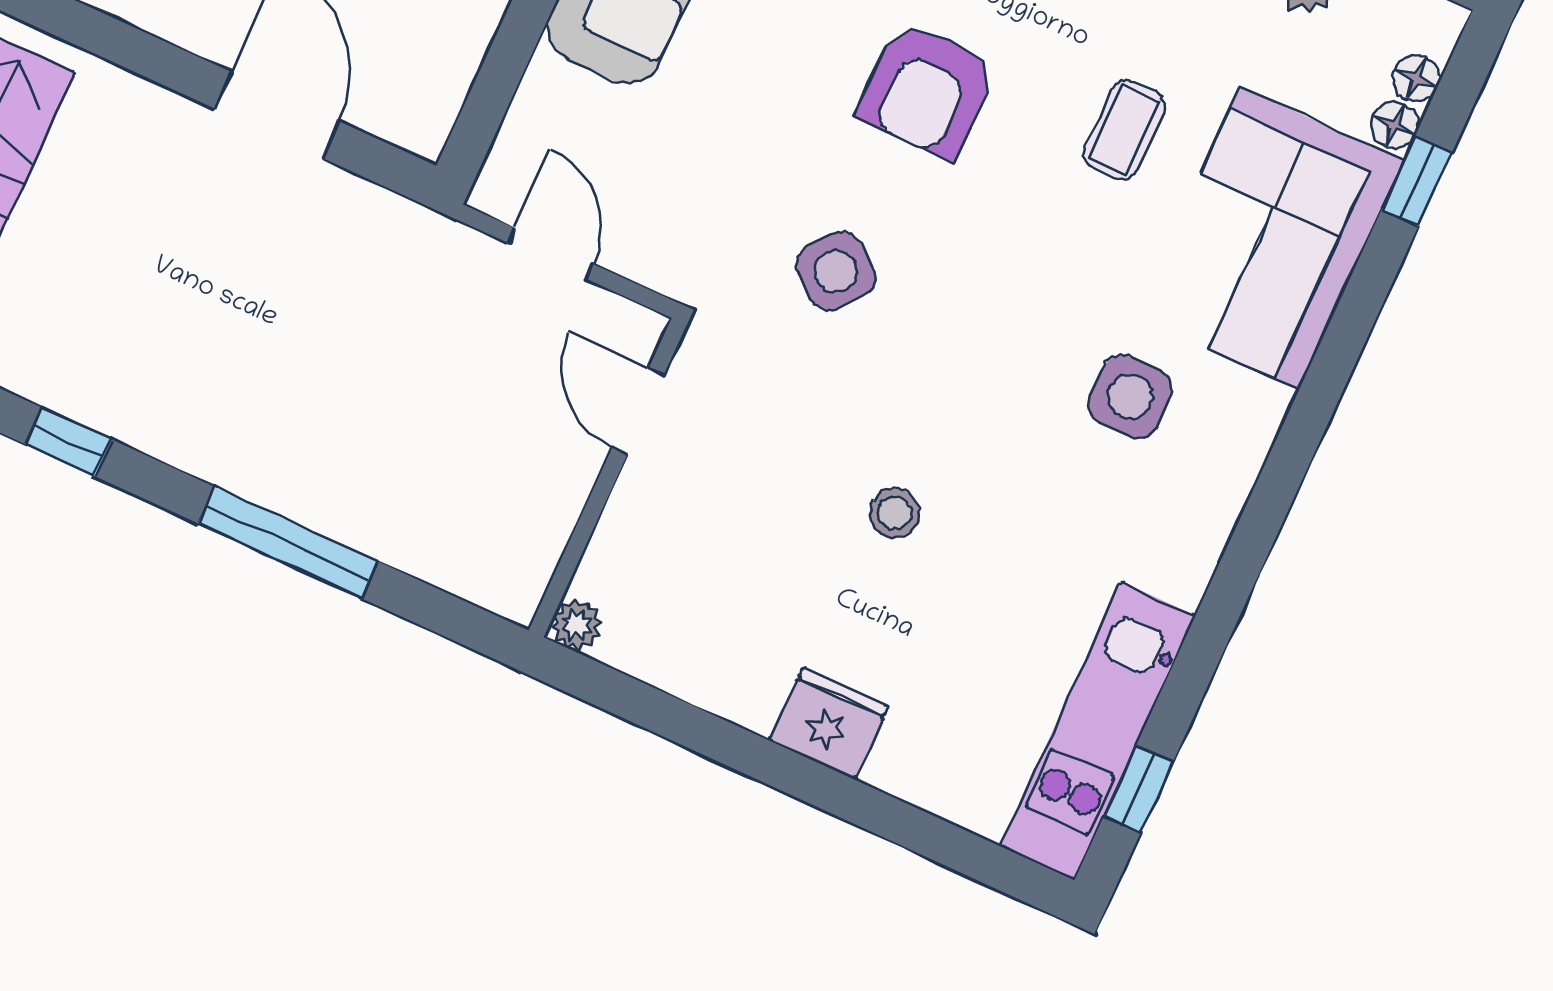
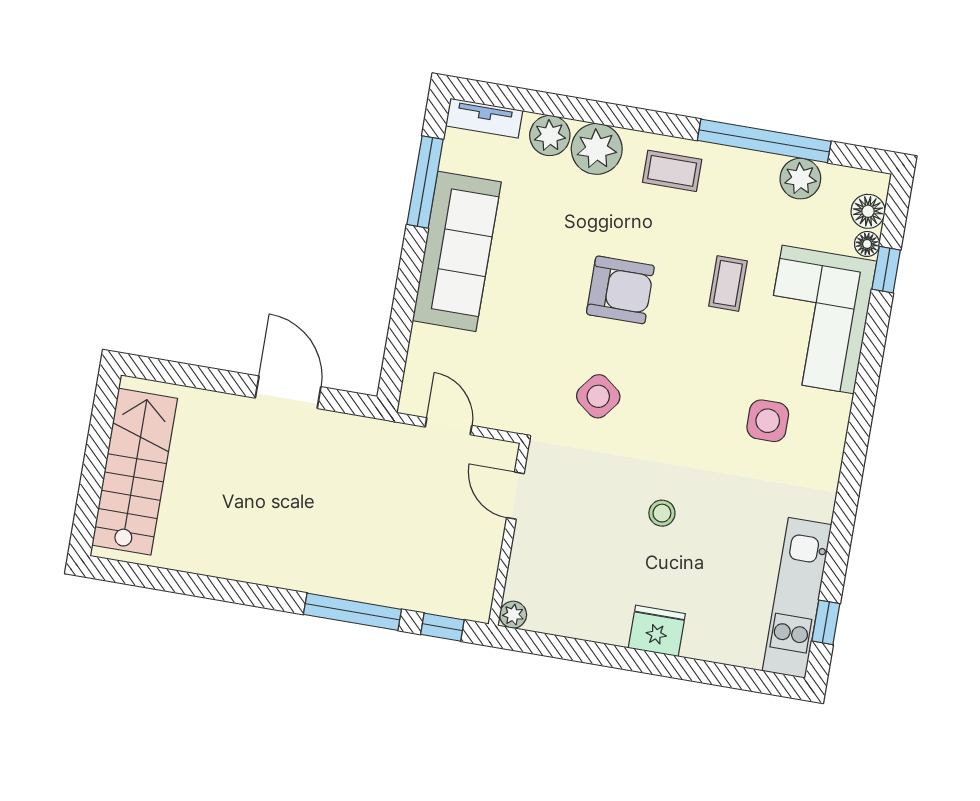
floor lamp: (1416, 78) -> (868, 211), width x1.37, depth x1.37
armchair: (927, 90) -> (620, 290), turned -90
window: (68, 442) -> (442, 627), moved

